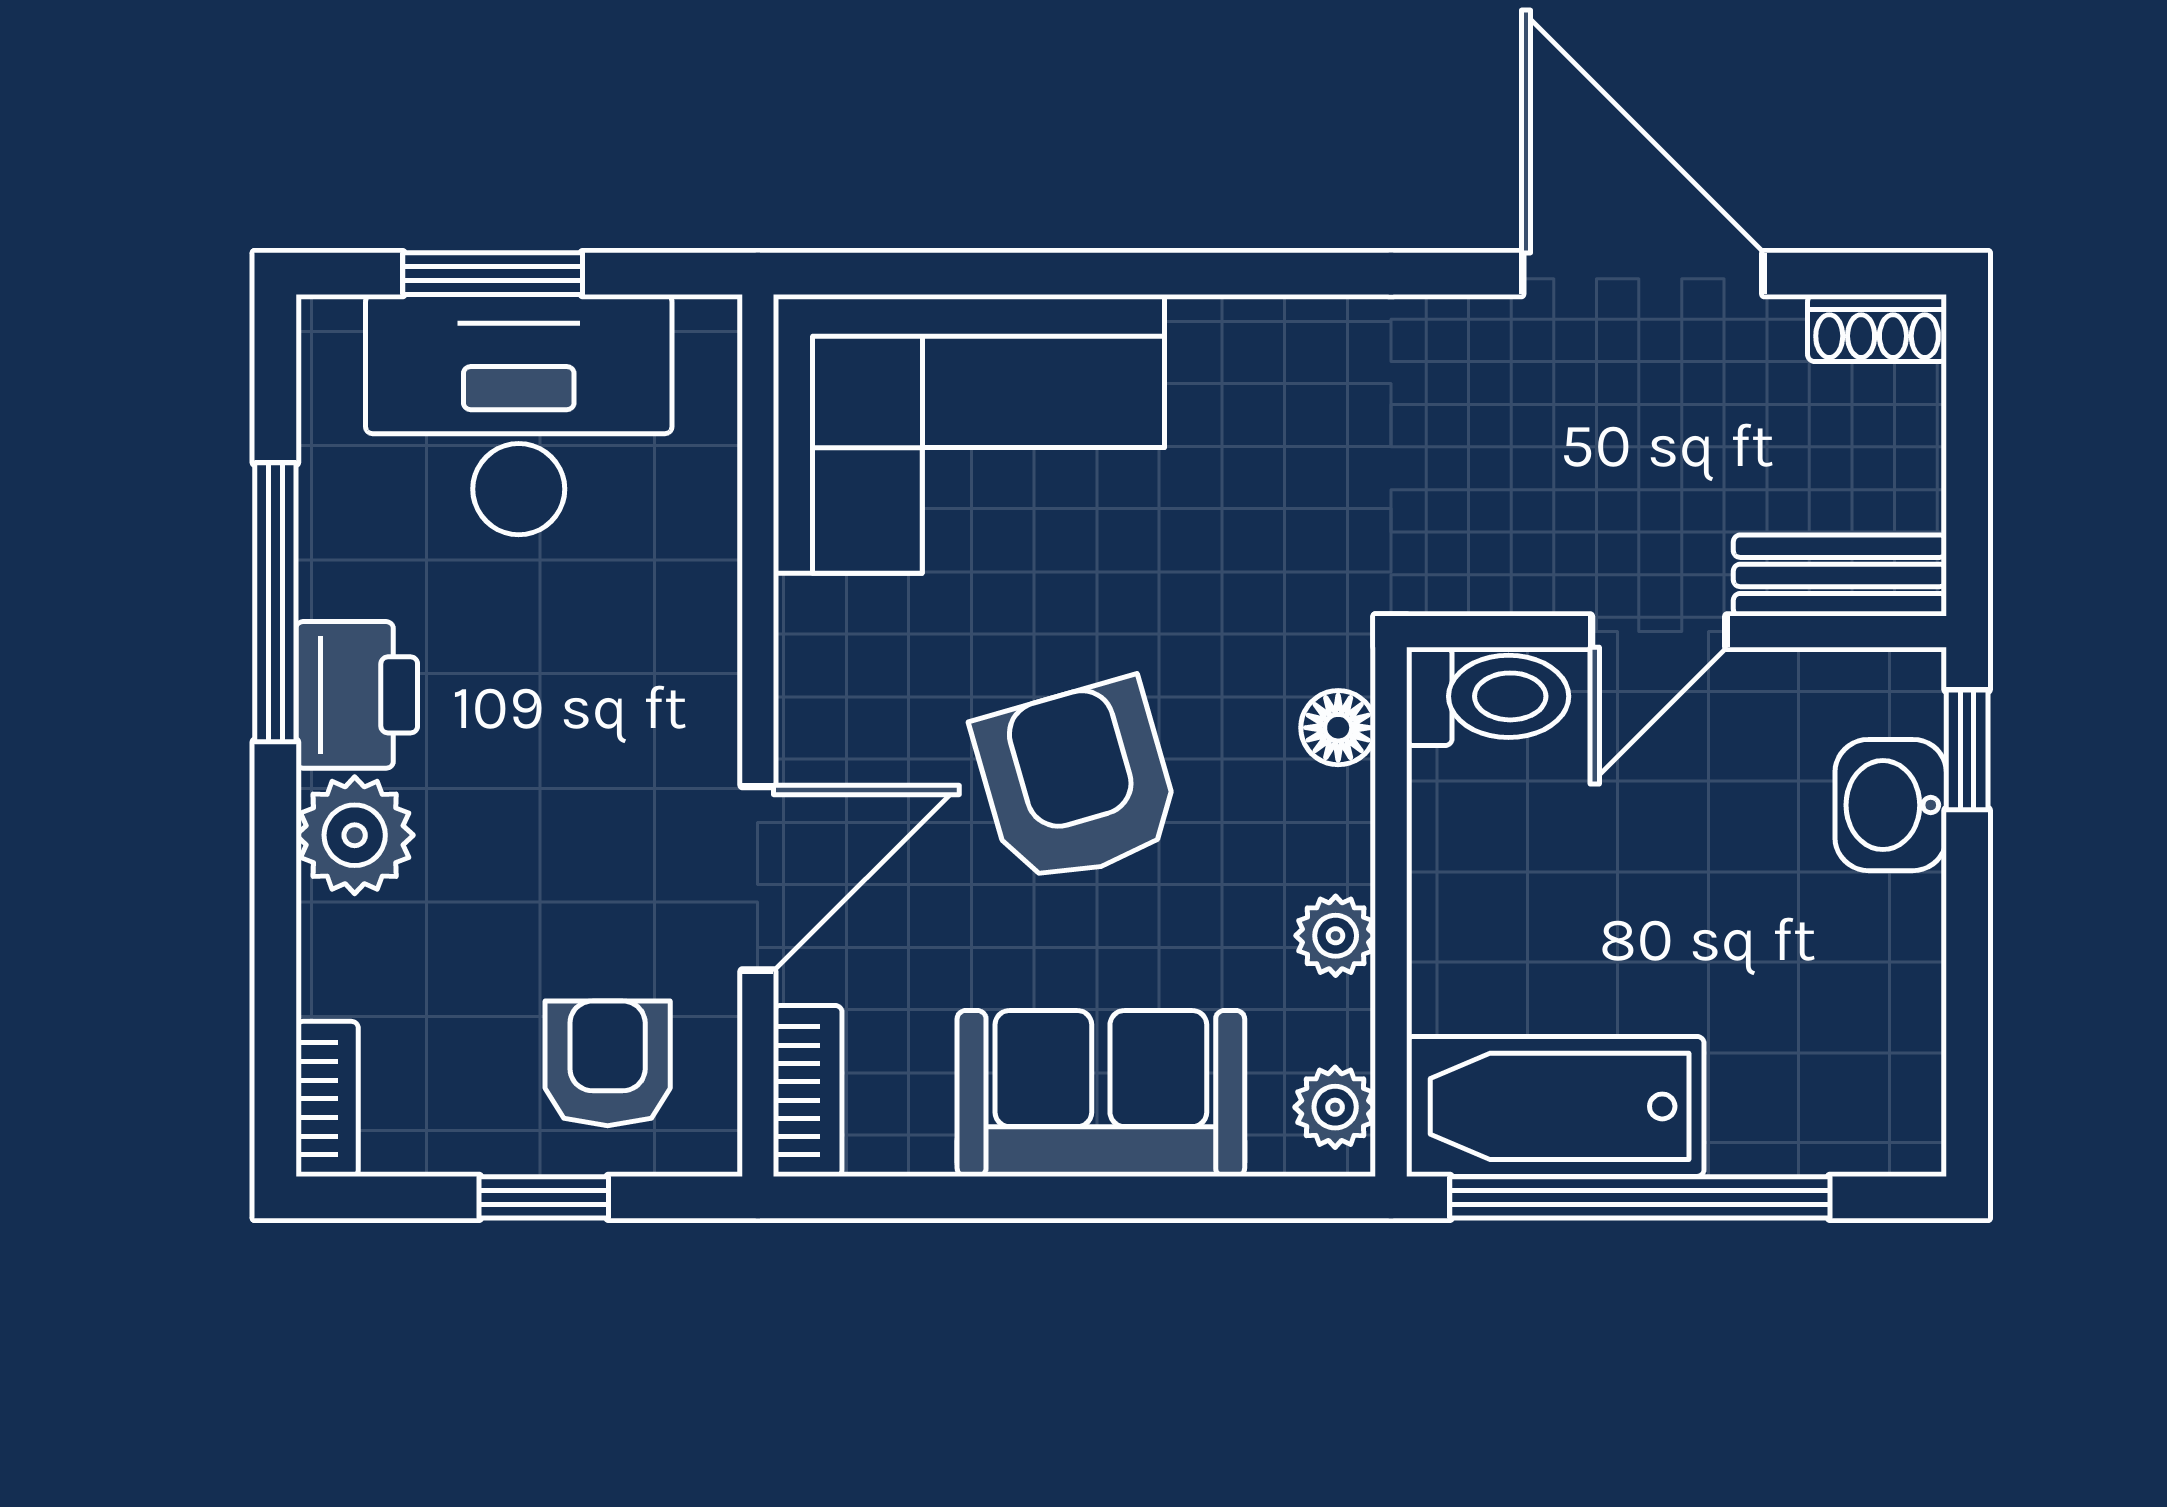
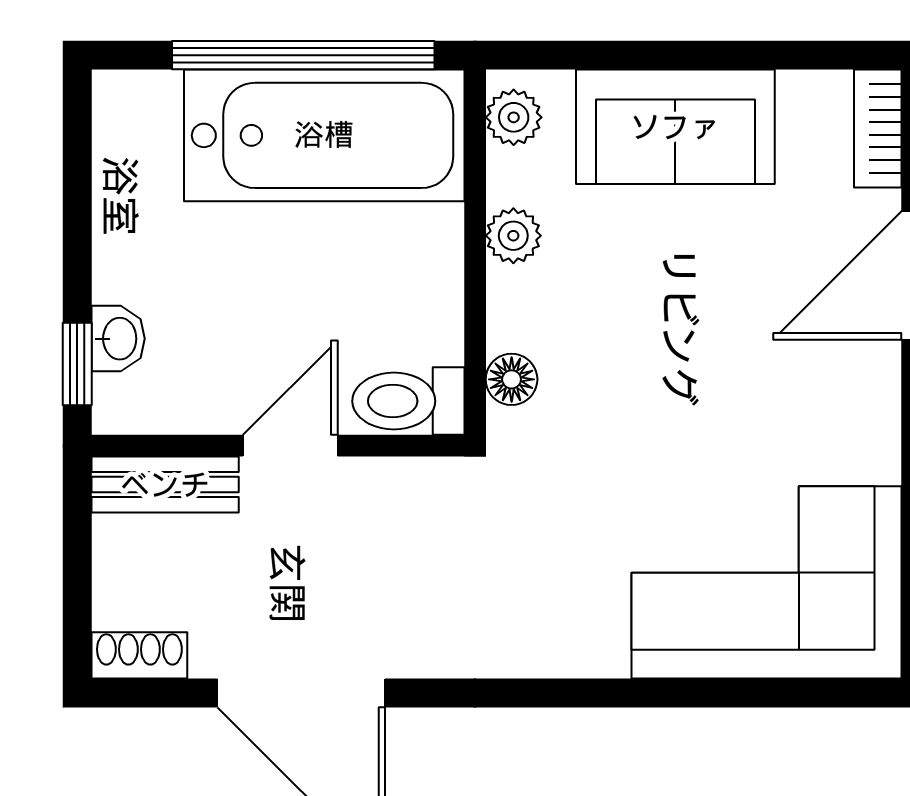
armchair: (1077, 782) -> (692, 342), removed
washbasin: (1891, 805) -> (118, 339), width x0.72, depth x0.69
bathtub: (1555, 1106) -> (324, 135), width x1.36, depth x1.36

